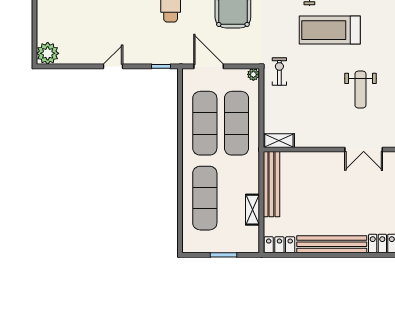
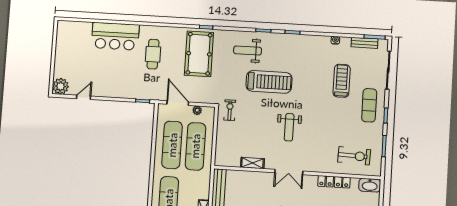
treadmill: (330, 30) -> (269, 82), turned 180
door: (113, 66) -> (84, 97), moved
plant: (253, 74) -> (197, 110), moved
shelving: (279, 141) -> (252, 163), moved

